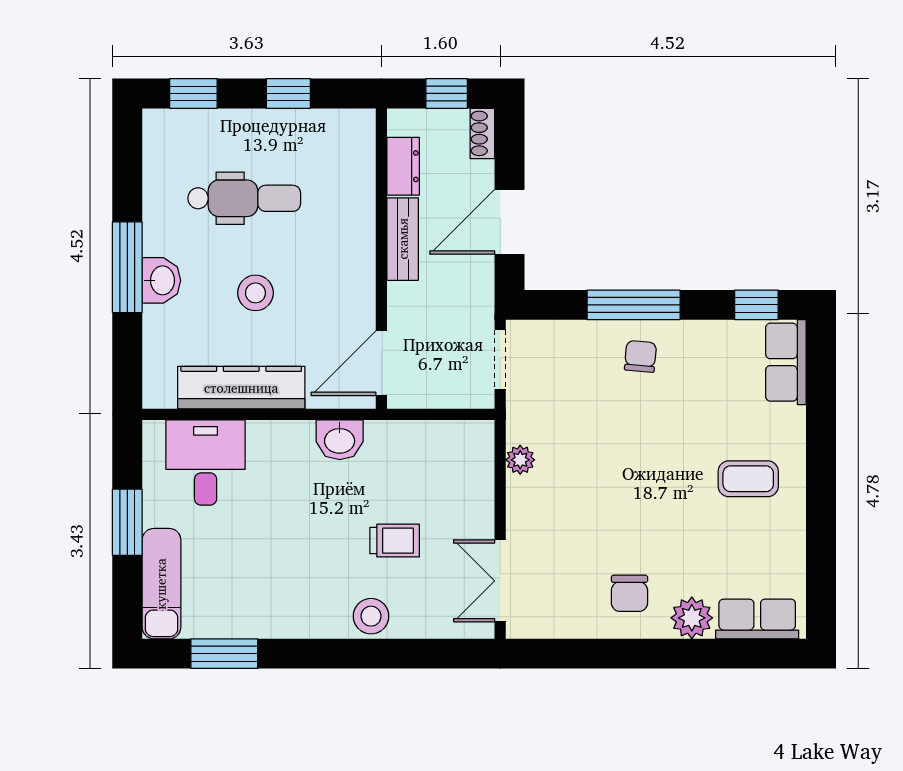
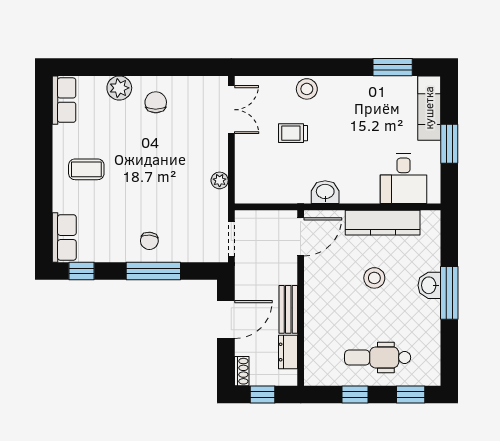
dental chair: (244, 198) -> (378, 357), moved
row of seats: (757, 619) -> (64, 100), moved, turned -90

